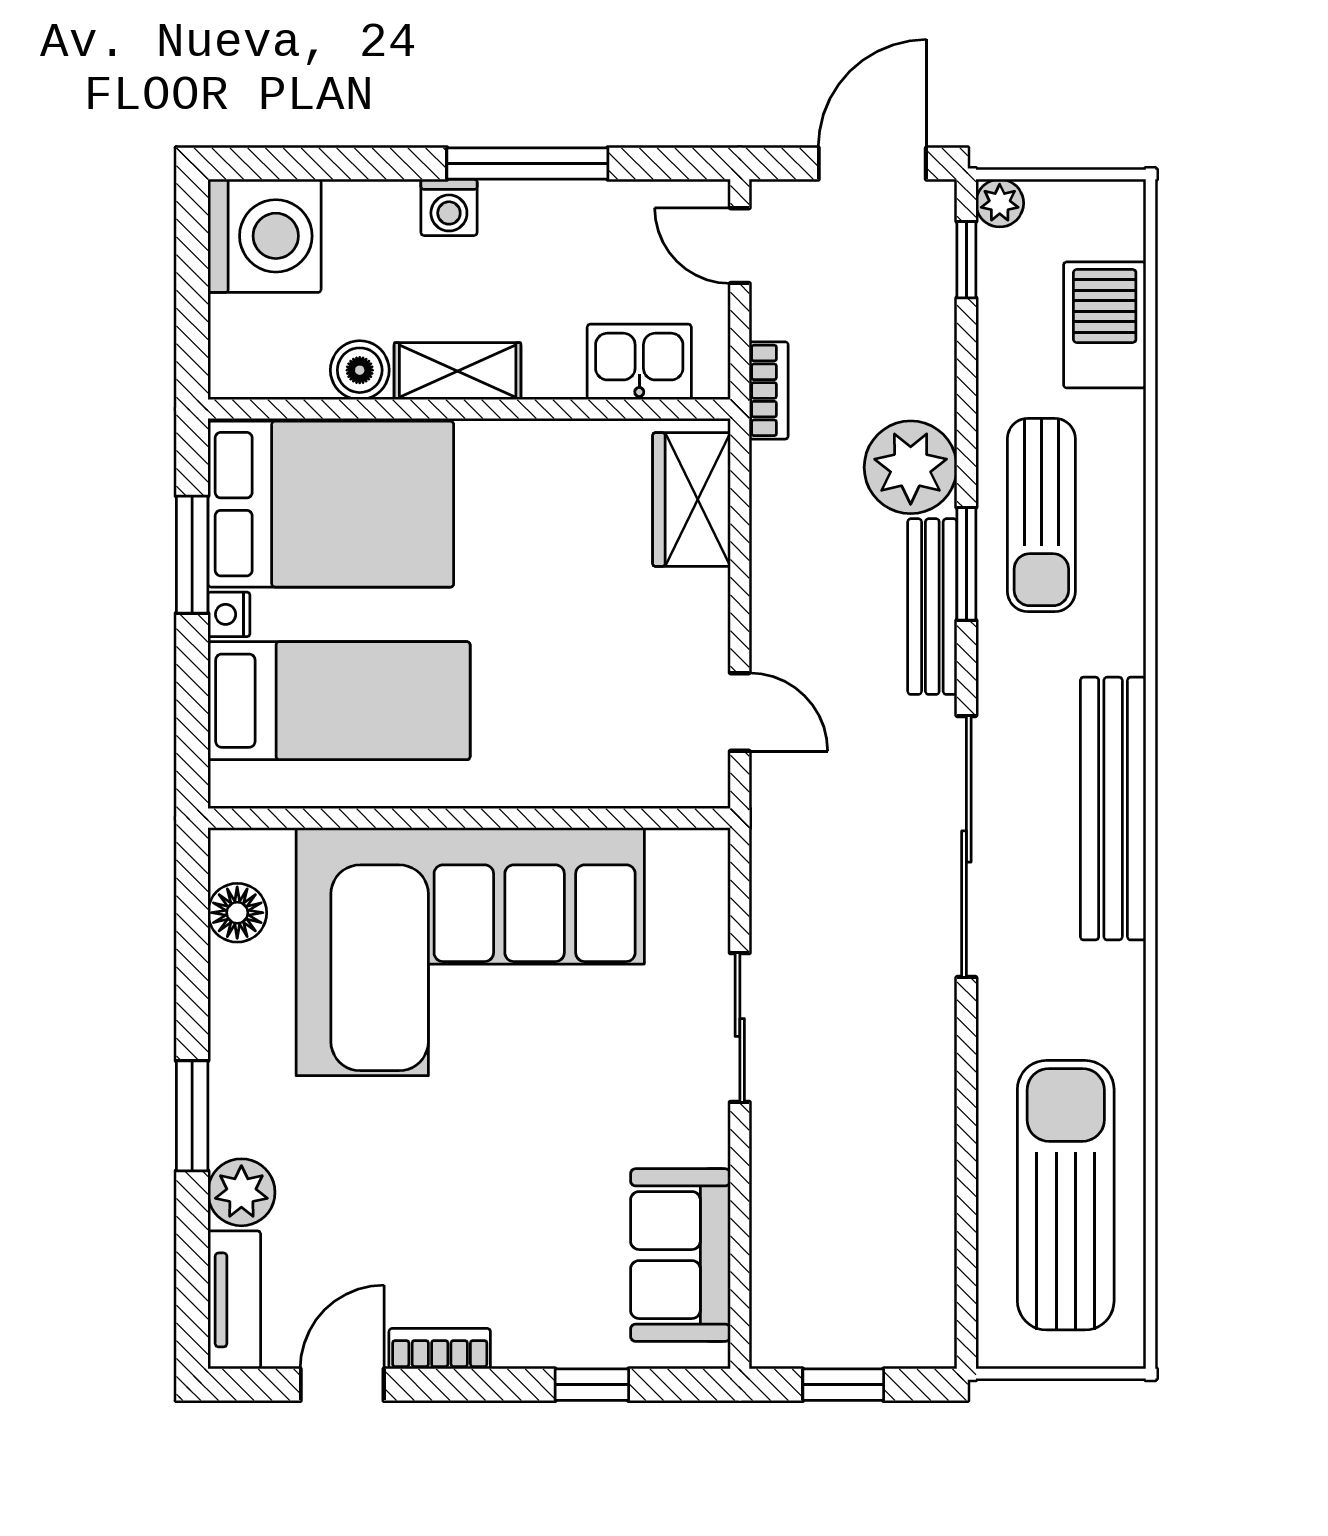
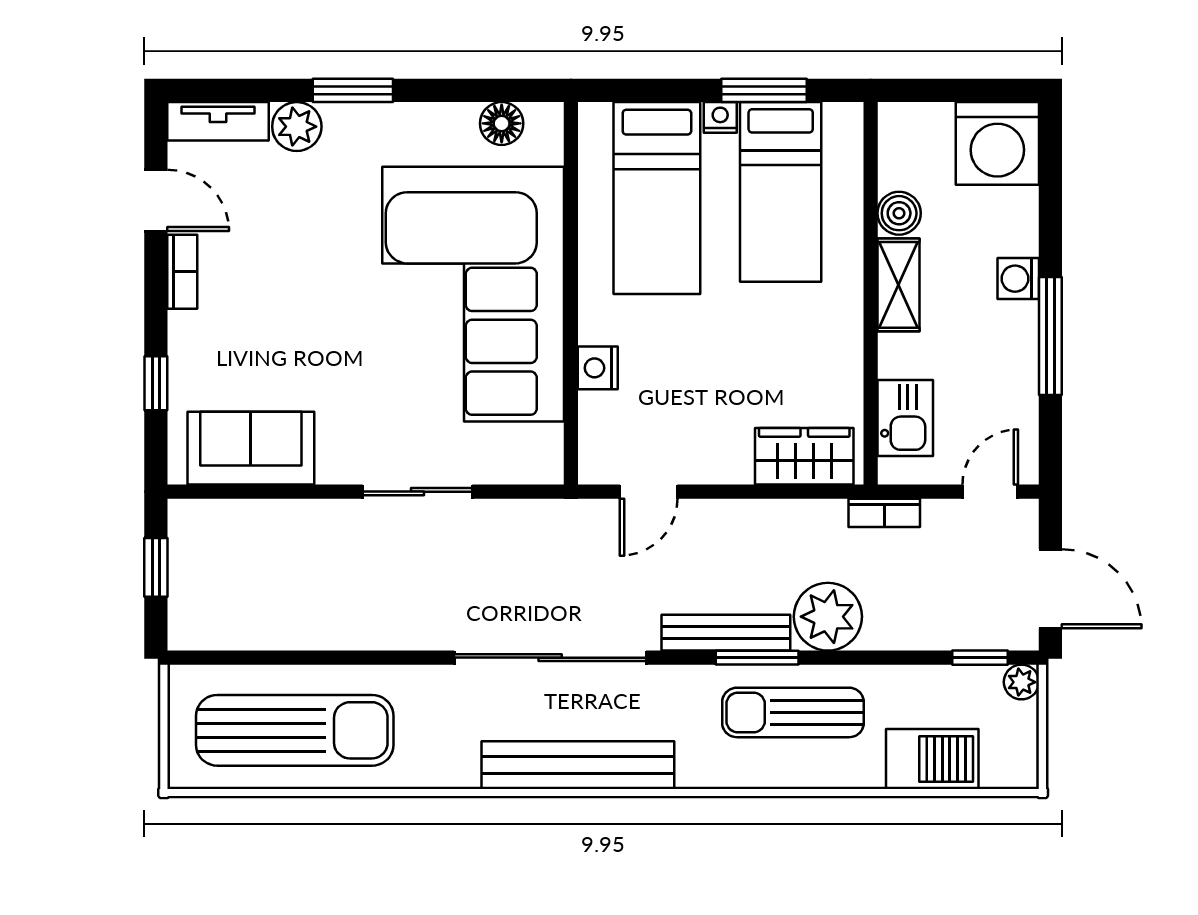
bed: (331, 504) -> (781, 192), width x0.67
nightstand: (571, 782) -> (598, 368), added

